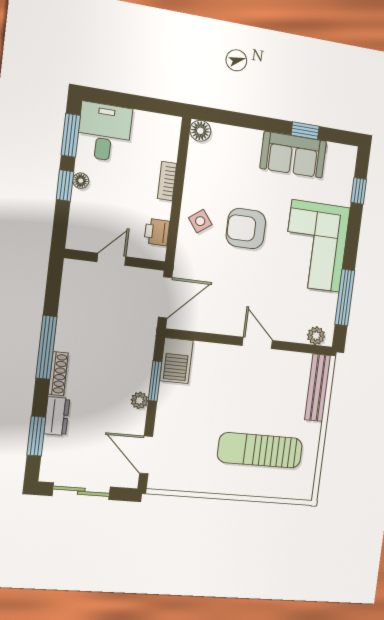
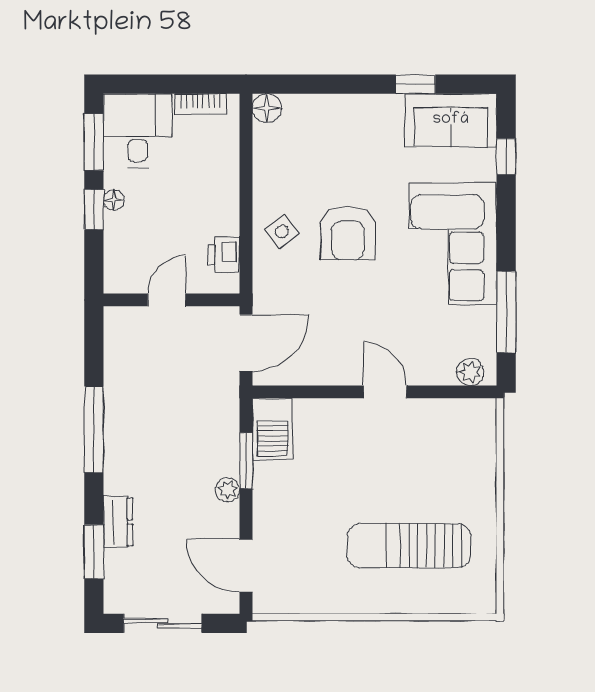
sofa: (293, 155) -> (451, 120), moved
bookcase: (167, 181) -> (200, 104), moved, turned -90
armchair: (246, 229) -> (348, 233), turned -90
shoe rack: (58, 374) -> (113, 464), removed
bench: (318, 388) -> (483, 447), removed

